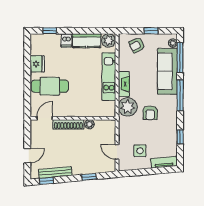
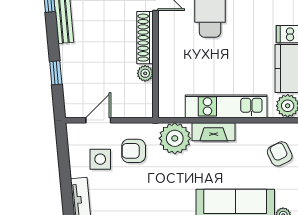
armchair: (150, 113) -> (134, 151), moved

